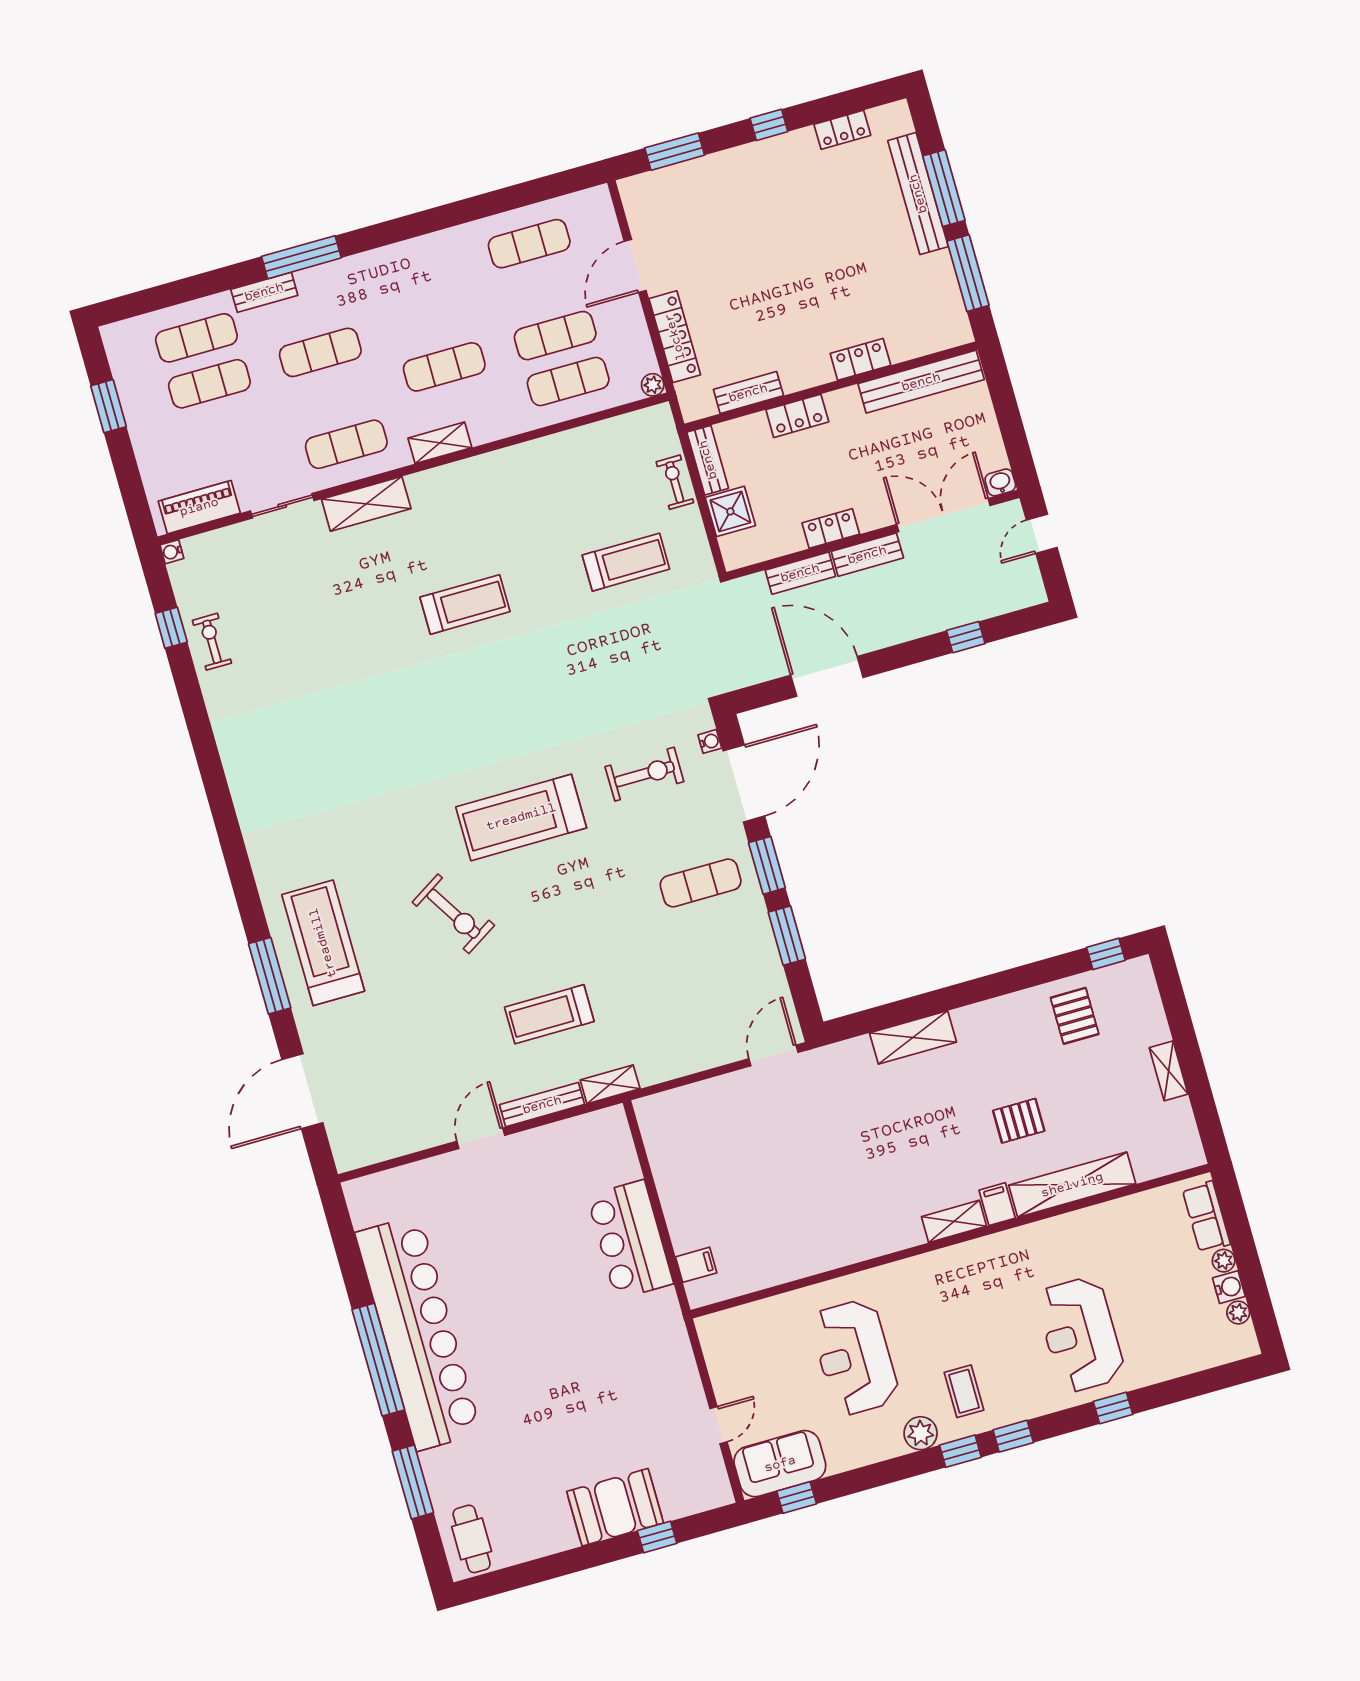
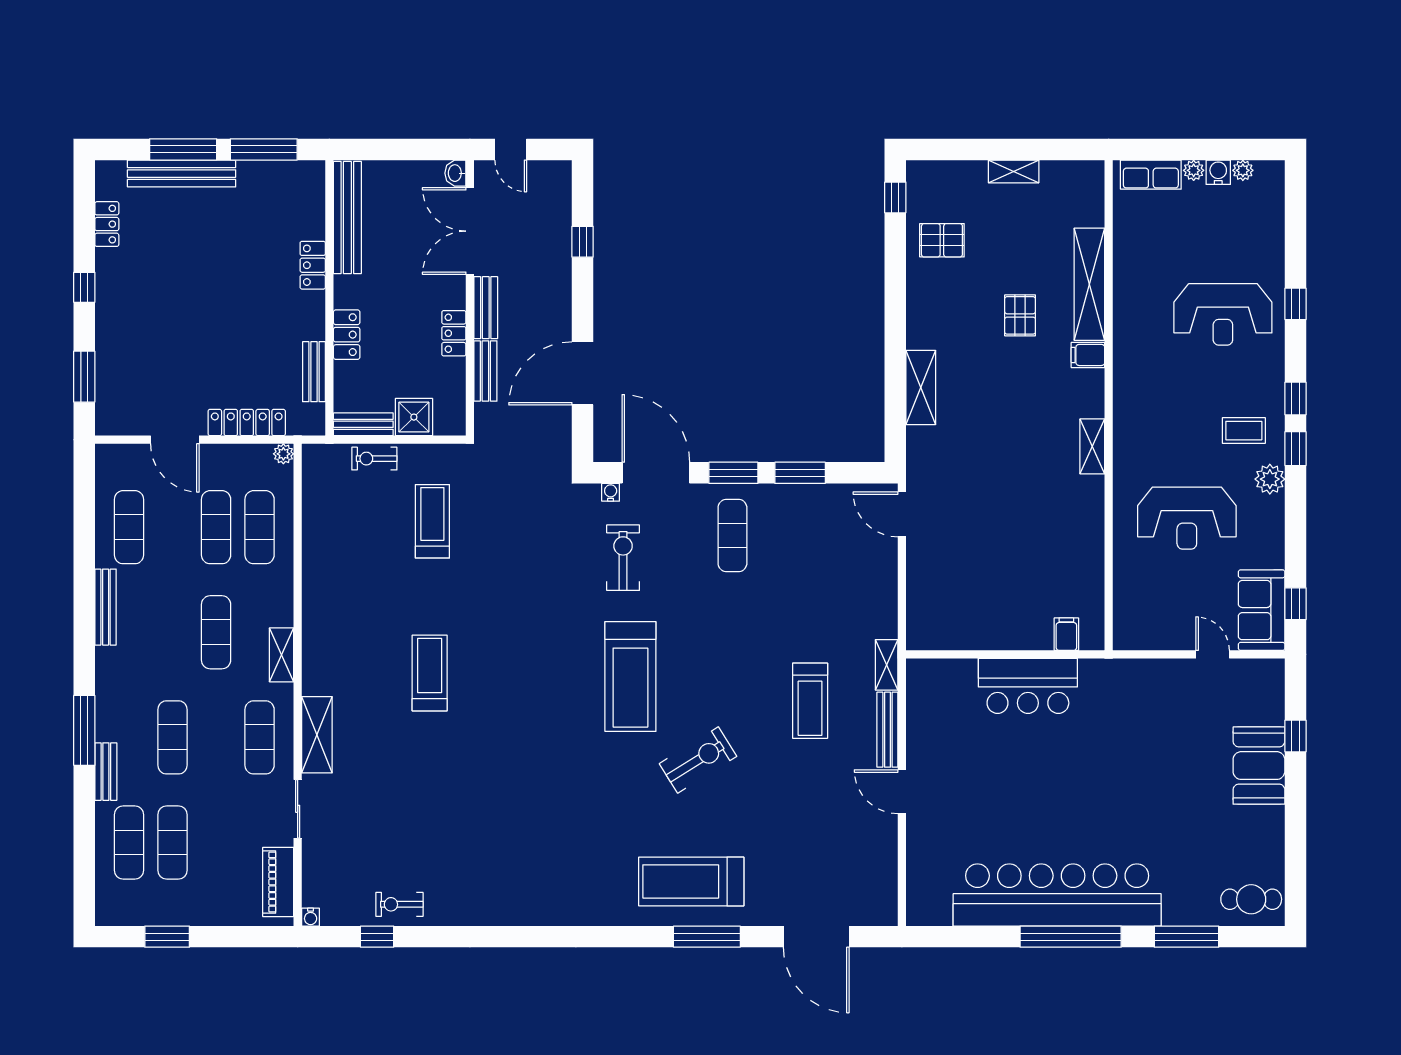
bench: (438, 243) -> (106, 607), added
shelving: (954, 1221) -> (1092, 446), moved

